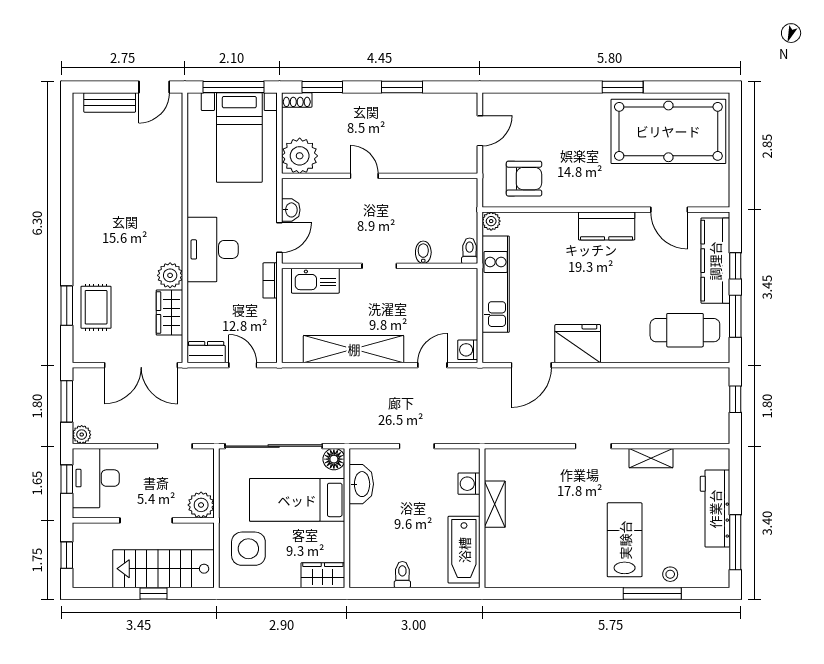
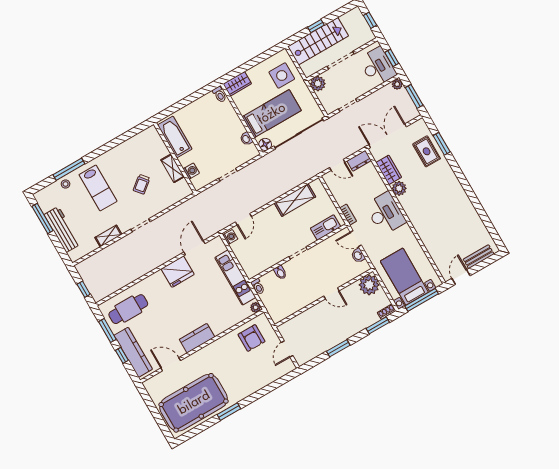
armchair: (524, 179) -> (252, 338), turned -90
door: (279, 237) -> (356, 239), hinge flipped
shelving: (354, 349) -> (295, 200), width x0.68
washbasin: (361, 484) -> (246, 139), width x0.52, depth x0.69
trolley: (556, 507) -> (142, 184), added
toilet: (402, 575) -> (219, 94), moved

